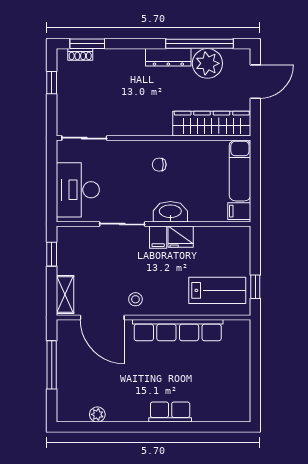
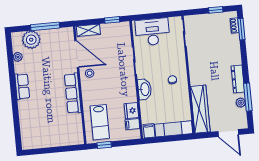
window: (200, 44) -> (248, 97), width x0.68
plant: (207, 63) -> (241, 103), width x0.53, depth x0.53
filing cabinet: (158, 237) -> (132, 124), moved
fridge: (181, 237) -> (131, 111), moved
door: (102, 318) -> (77, 54), swing flipped
row of seats: (178, 330) -> (73, 93), width x0.73
plant: (71, 390) -> (31, 40), added
row of seats: (170, 412) -> (22, 87), moved

